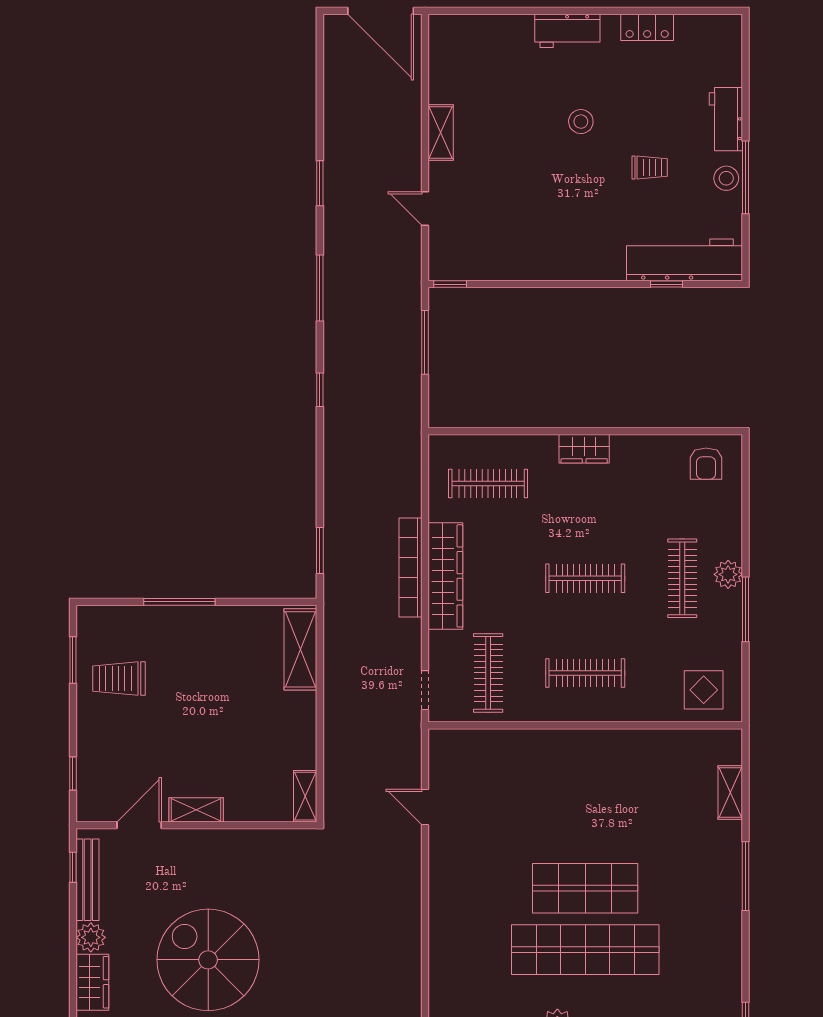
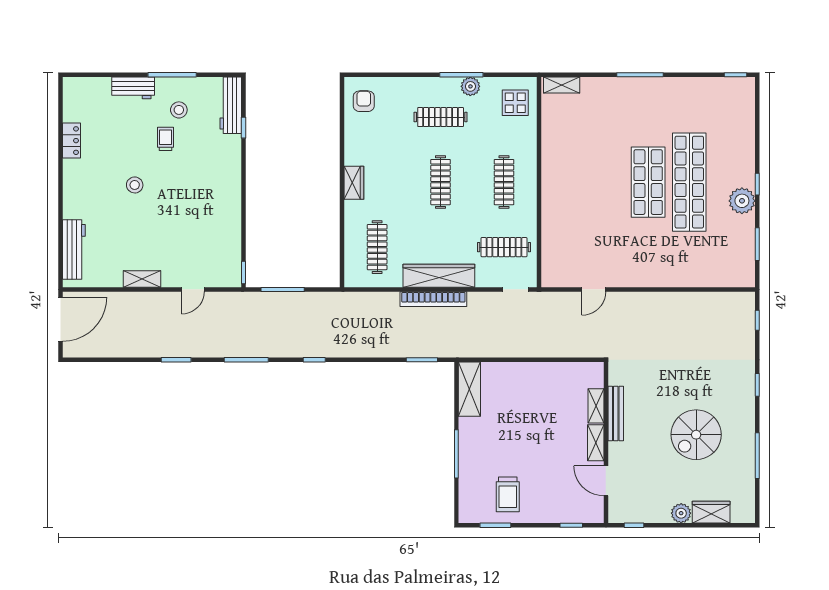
workbench: (567, 31) -> (74, 249), moved, width x1.37
stool: (726, 178) -> (179, 110), moved
workbench: (684, 260) -> (231, 105), width x0.73, depth x0.76
armchair: (706, 464) -> (364, 101), turned -90
plant: (728, 574) -> (470, 86), moved
shelving: (300, 649) -> (469, 389), moved, turned 90
shelving: (730, 793) -> (562, 85), moved
shelving: (305, 796) -> (596, 406), moved, turned 90
bench: (88, 880) -> (616, 413), moved, turned 90
spiral stairs: (208, 960) -> (696, 435), width x0.73, depth x0.73

